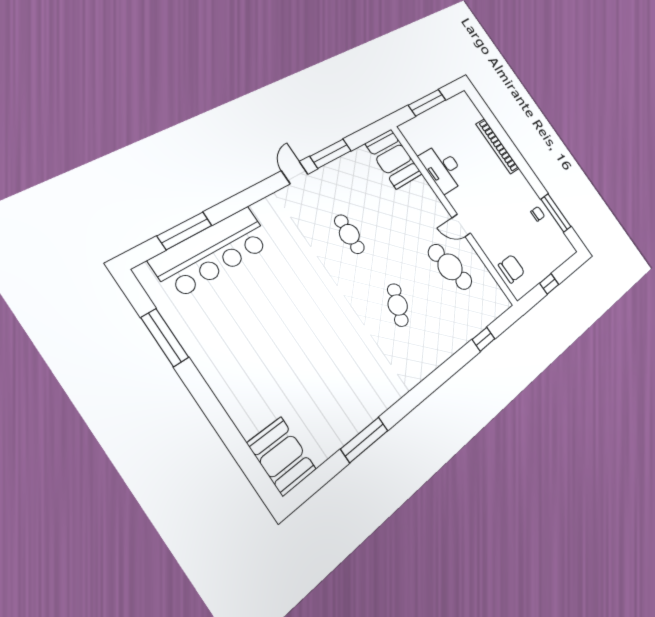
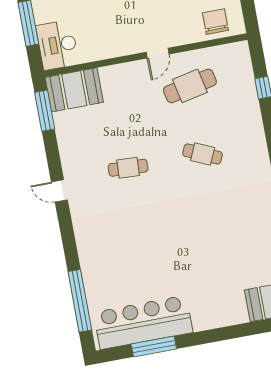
window: (331, 154) -> (45, 111), moved
desk: (443, 168) -> (57, 45), moved, turned 90
window: (185, 231) -> (80, 301), width x1.46
bar counter: (213, 252) -> (143, 322), moved, turned -90

